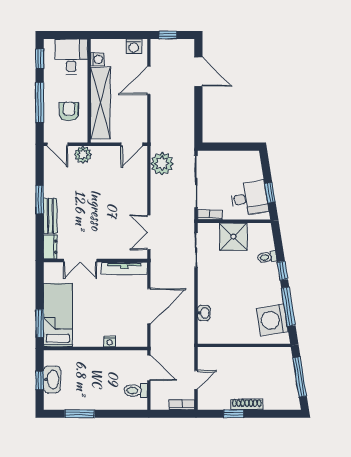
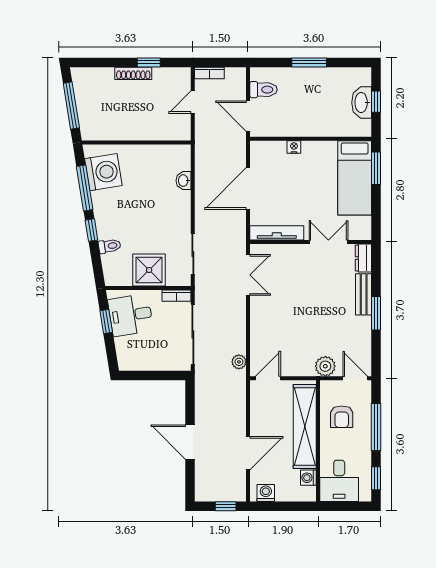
door: (198, 72) -> (190, 442), moved
plant: (162, 164) -> (239, 362), width x0.53, depth x0.53
window: (80, 414) -> (309, 62), moved

